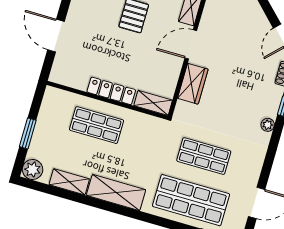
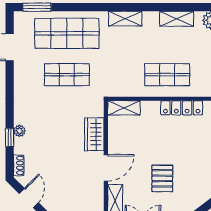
locker: (111, 91) -> (182, 108), moved
plant: (268, 125) -> (19, 131), moved
shelving: (116, 193) -> (125, 19), width x0.67, depth x0.75

